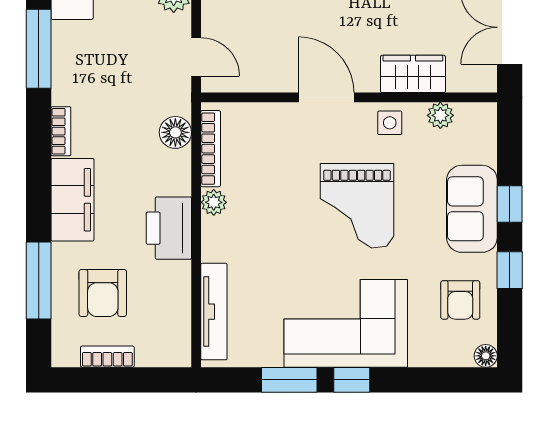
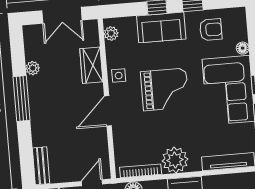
plant: (440, 115) -> (111, 33), moved
plant: (214, 202) -> (175, 160), width x1.87, depth x1.87
floor lamp: (486, 356) -> (243, 48), moved

